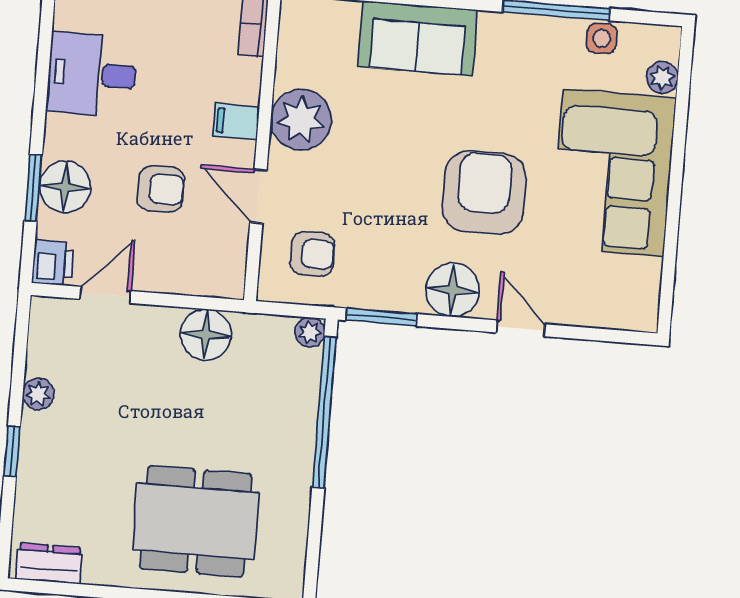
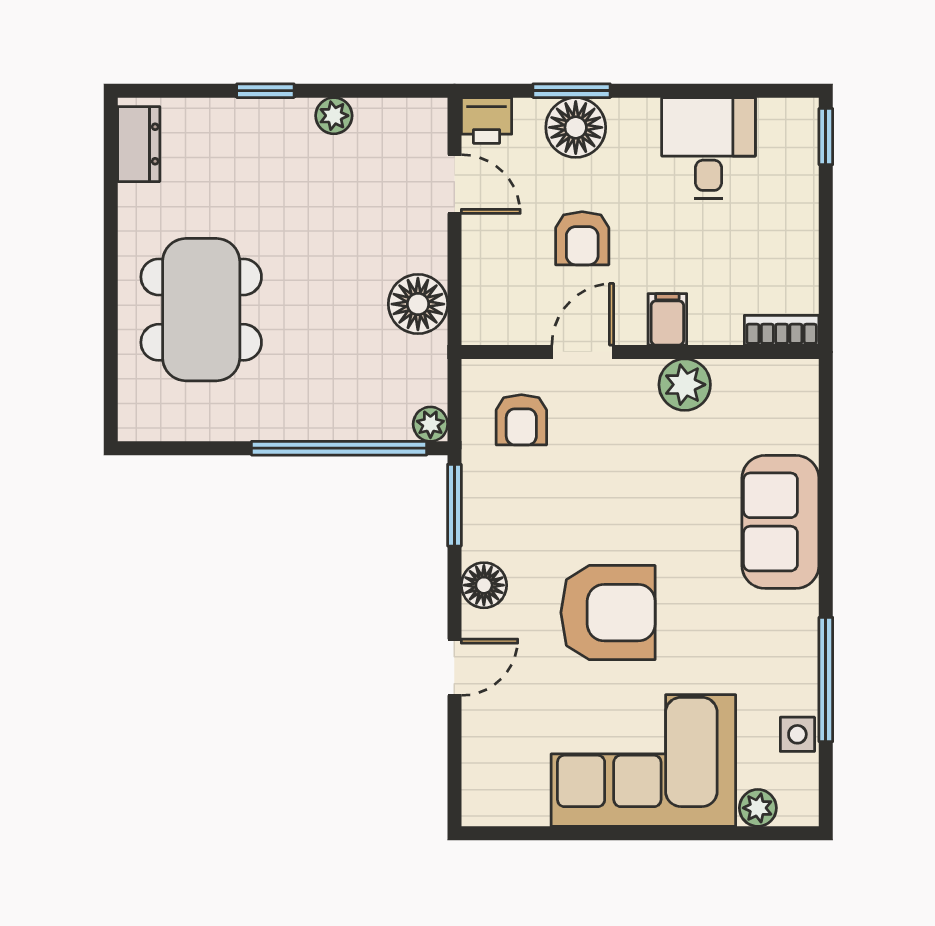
plant: (301, 120) -> (685, 385), width x0.73, depth x0.73
floor lamp: (453, 290) -> (484, 585), width x0.73, depth x0.73

